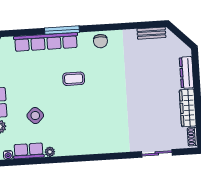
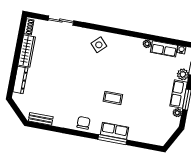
row of seats: (46, 42) -> (115, 131), width x0.50
side table: (35, 116) -> (99, 45), moved

